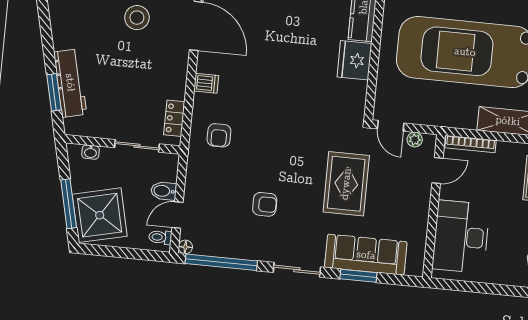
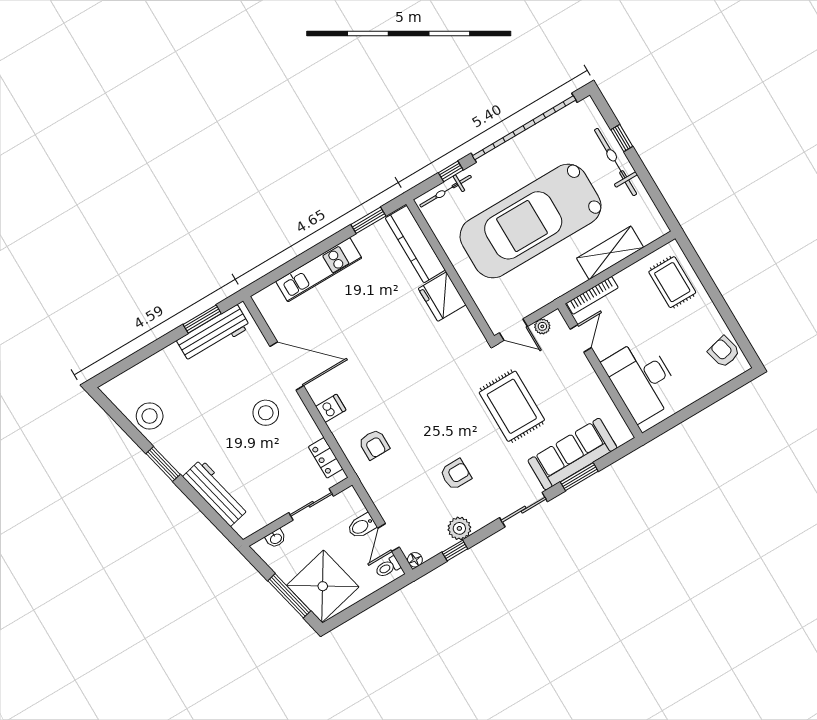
stool: (137, 18) -> (266, 413), moved
window: (54, 92) -> (163, 464), moved
plant: (237, 248) -> (459, 528), added
window: (221, 262) -> (455, 550), width x0.32

